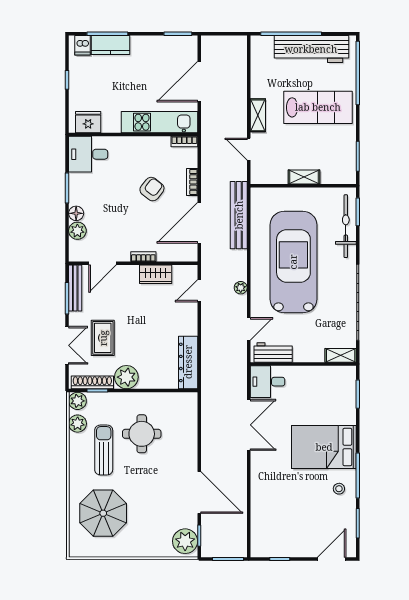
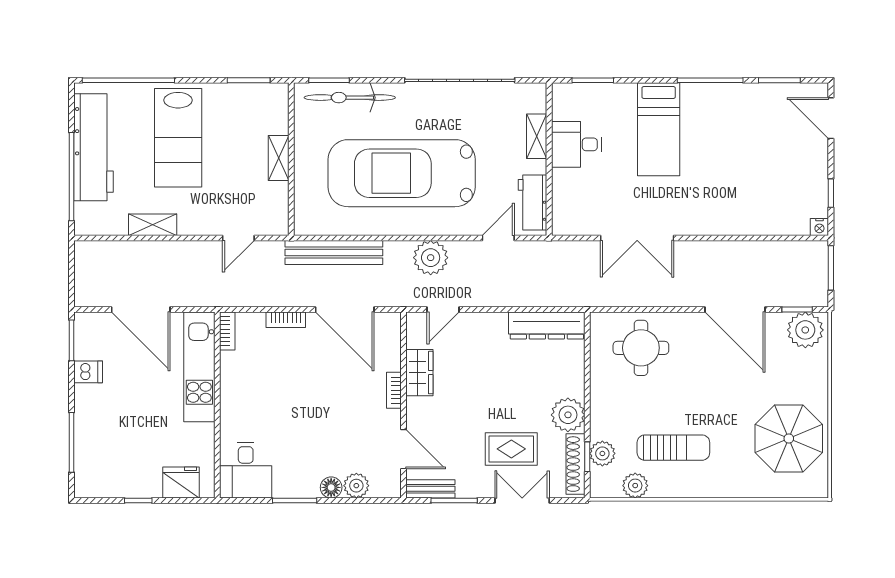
dishwasher: (83, 45) -> (88, 372), moved
kitchen counter: (111, 45) -> (88, 438), removed
lab bench: (318, 107) -> (178, 138), turned 180
shelving: (258, 115) -> (153, 225), moved
fridge: (88, 122) -> (181, 483), moved, turned 90
armchair: (152, 189) -> (296, 378), removed
bench: (75, 288) -> (430, 489), width x0.73
plant: (241, 288) -> (431, 258), width x1.88, depth x1.88
door: (199, 291) -> (443, 310), hinge flipped
door: (249, 329) -> (498, 238), hinge flipped
shelving: (341, 355) -> (537, 136), moved
desk: (268, 382) -> (576, 144), moved, turned 90
plant: (77, 401) -> (602, 453), moved
double door: (249, 425) -> (637, 238), swing flipped
round table: (142, 434) -> (641, 348), moved
bed: (324, 447) -> (659, 129), width x0.67
sun lounger: (104, 450) -> (673, 448), turned 180
stool: (339, 489) -> (729, 107), removed
door: (199, 493) -> (735, 310), swing flipped
parasol: (103, 513) -> (789, 438), moved
nightstand: (256, 551) -> (819, 227), added

